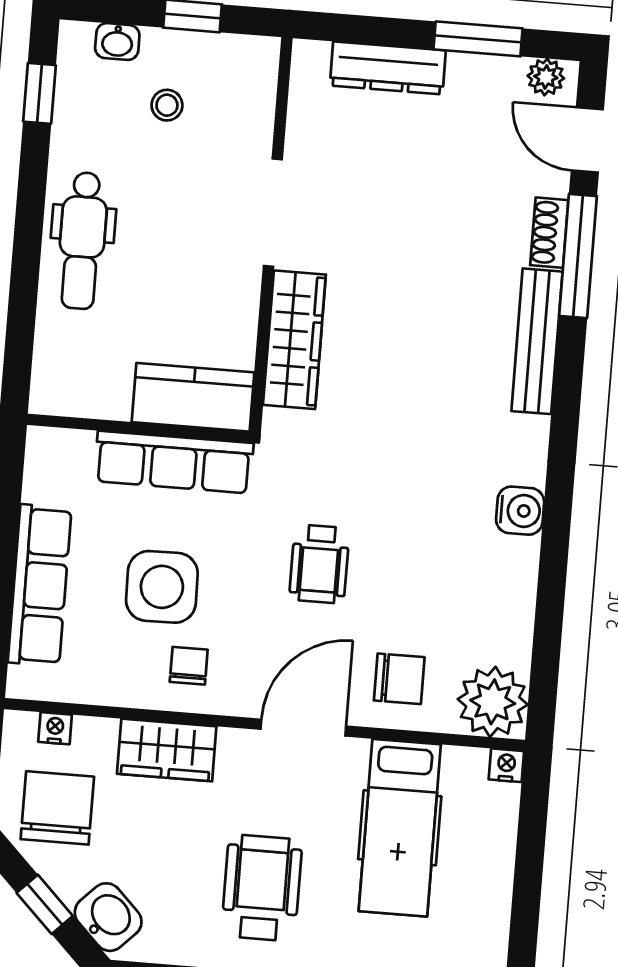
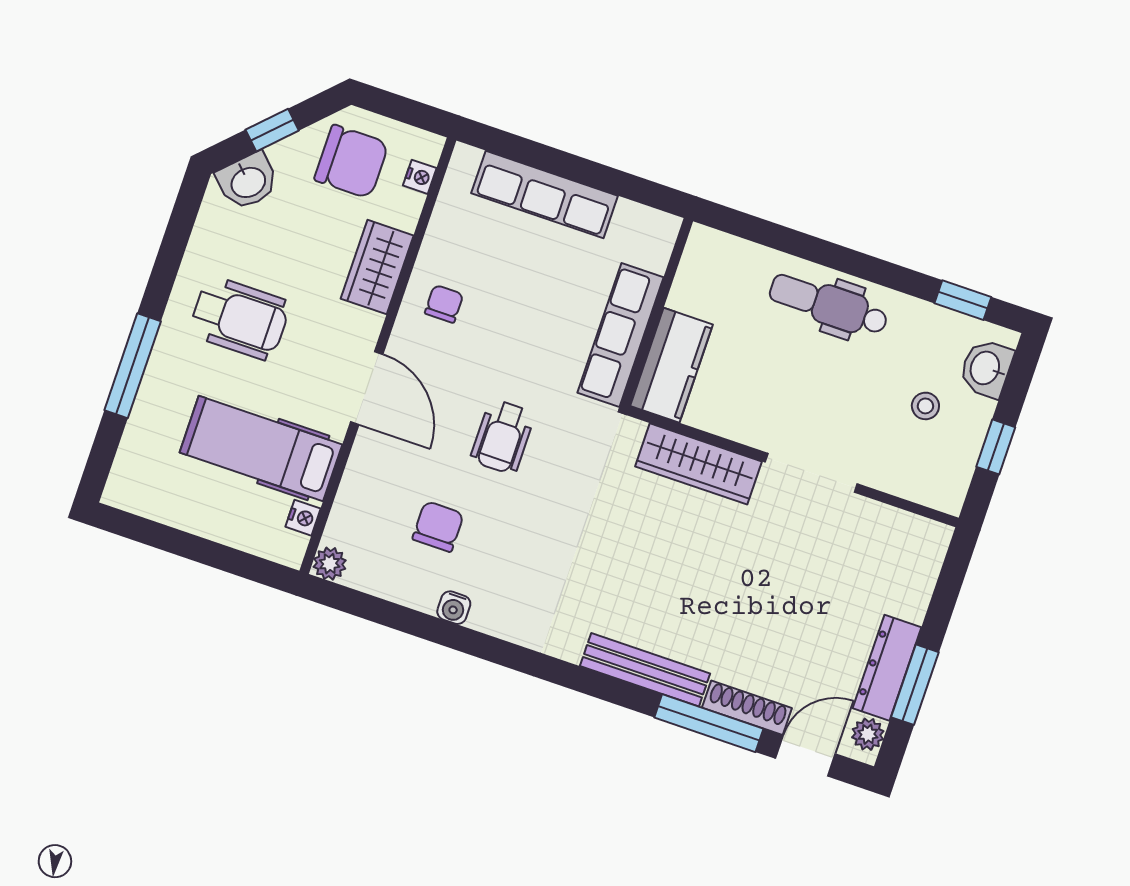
washbasin: (117, 42) -> (986, 368), width x1.38, depth x1.45
dresser: (388, 68) -> (887, 668), moved
shoe rack: (549, 233) -> (747, 708), width x1.43
water cooler: (520, 511) -> (454, 608), moved, width x0.72, depth x0.72
wheelchair: (319, 564) -> (503, 437), turned -90
side table: (162, 587) -> (517, 298), removed
chair: (189, 666) -> (444, 304), turned -90
chair: (399, 679) -> (438, 526), moved, turned 180
plant: (493, 702) -> (330, 564), width x0.53, depth x0.53
nightstand: (506, 765) -> (303, 518), moved

